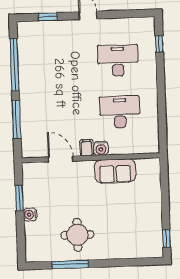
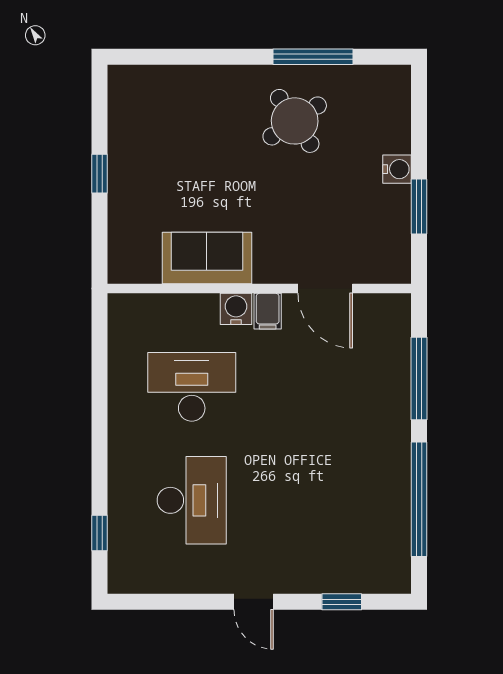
desk: (118, 60) -> (192, 500), turned -90
desk: (120, 112) -> (192, 387), turned 180
round table: (77, 235) -> (295, 121), turned -34
window: (166, 238) -> (100, 174), moved

